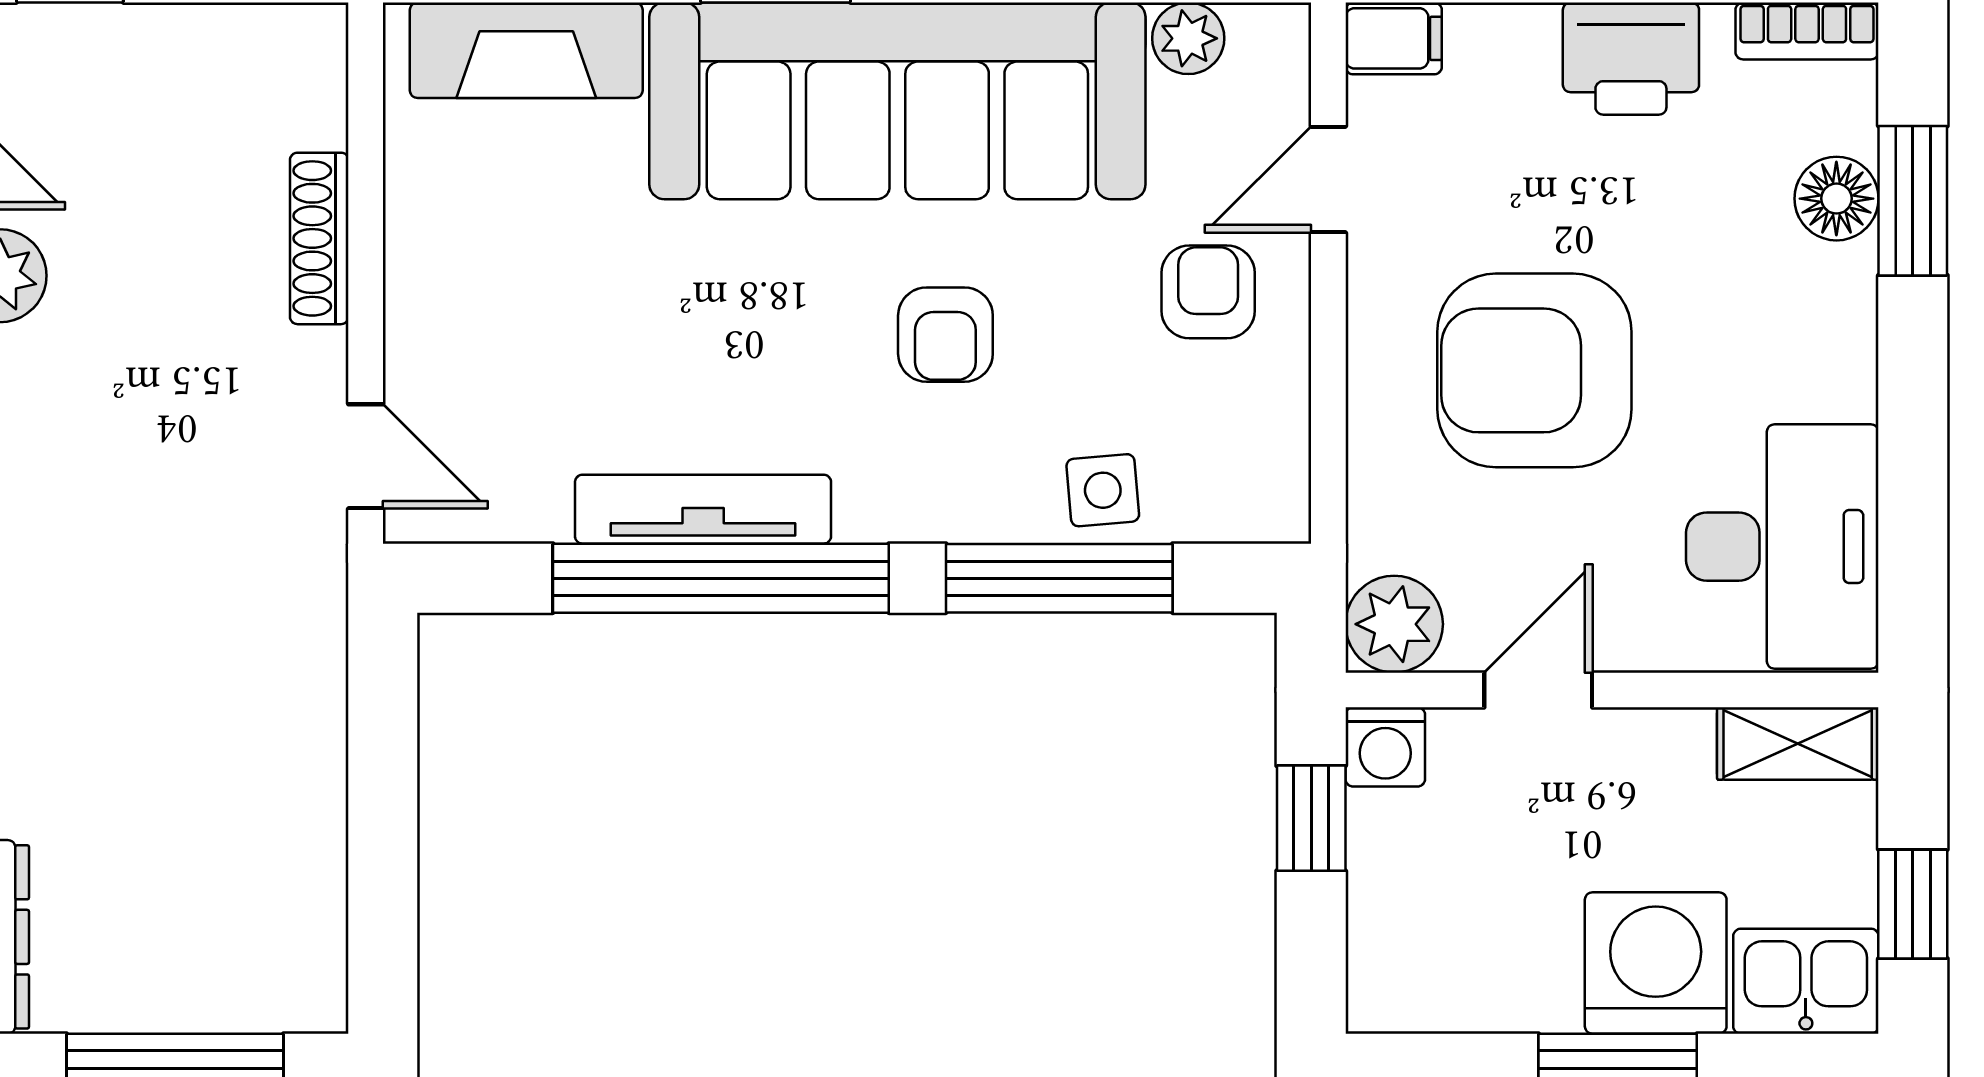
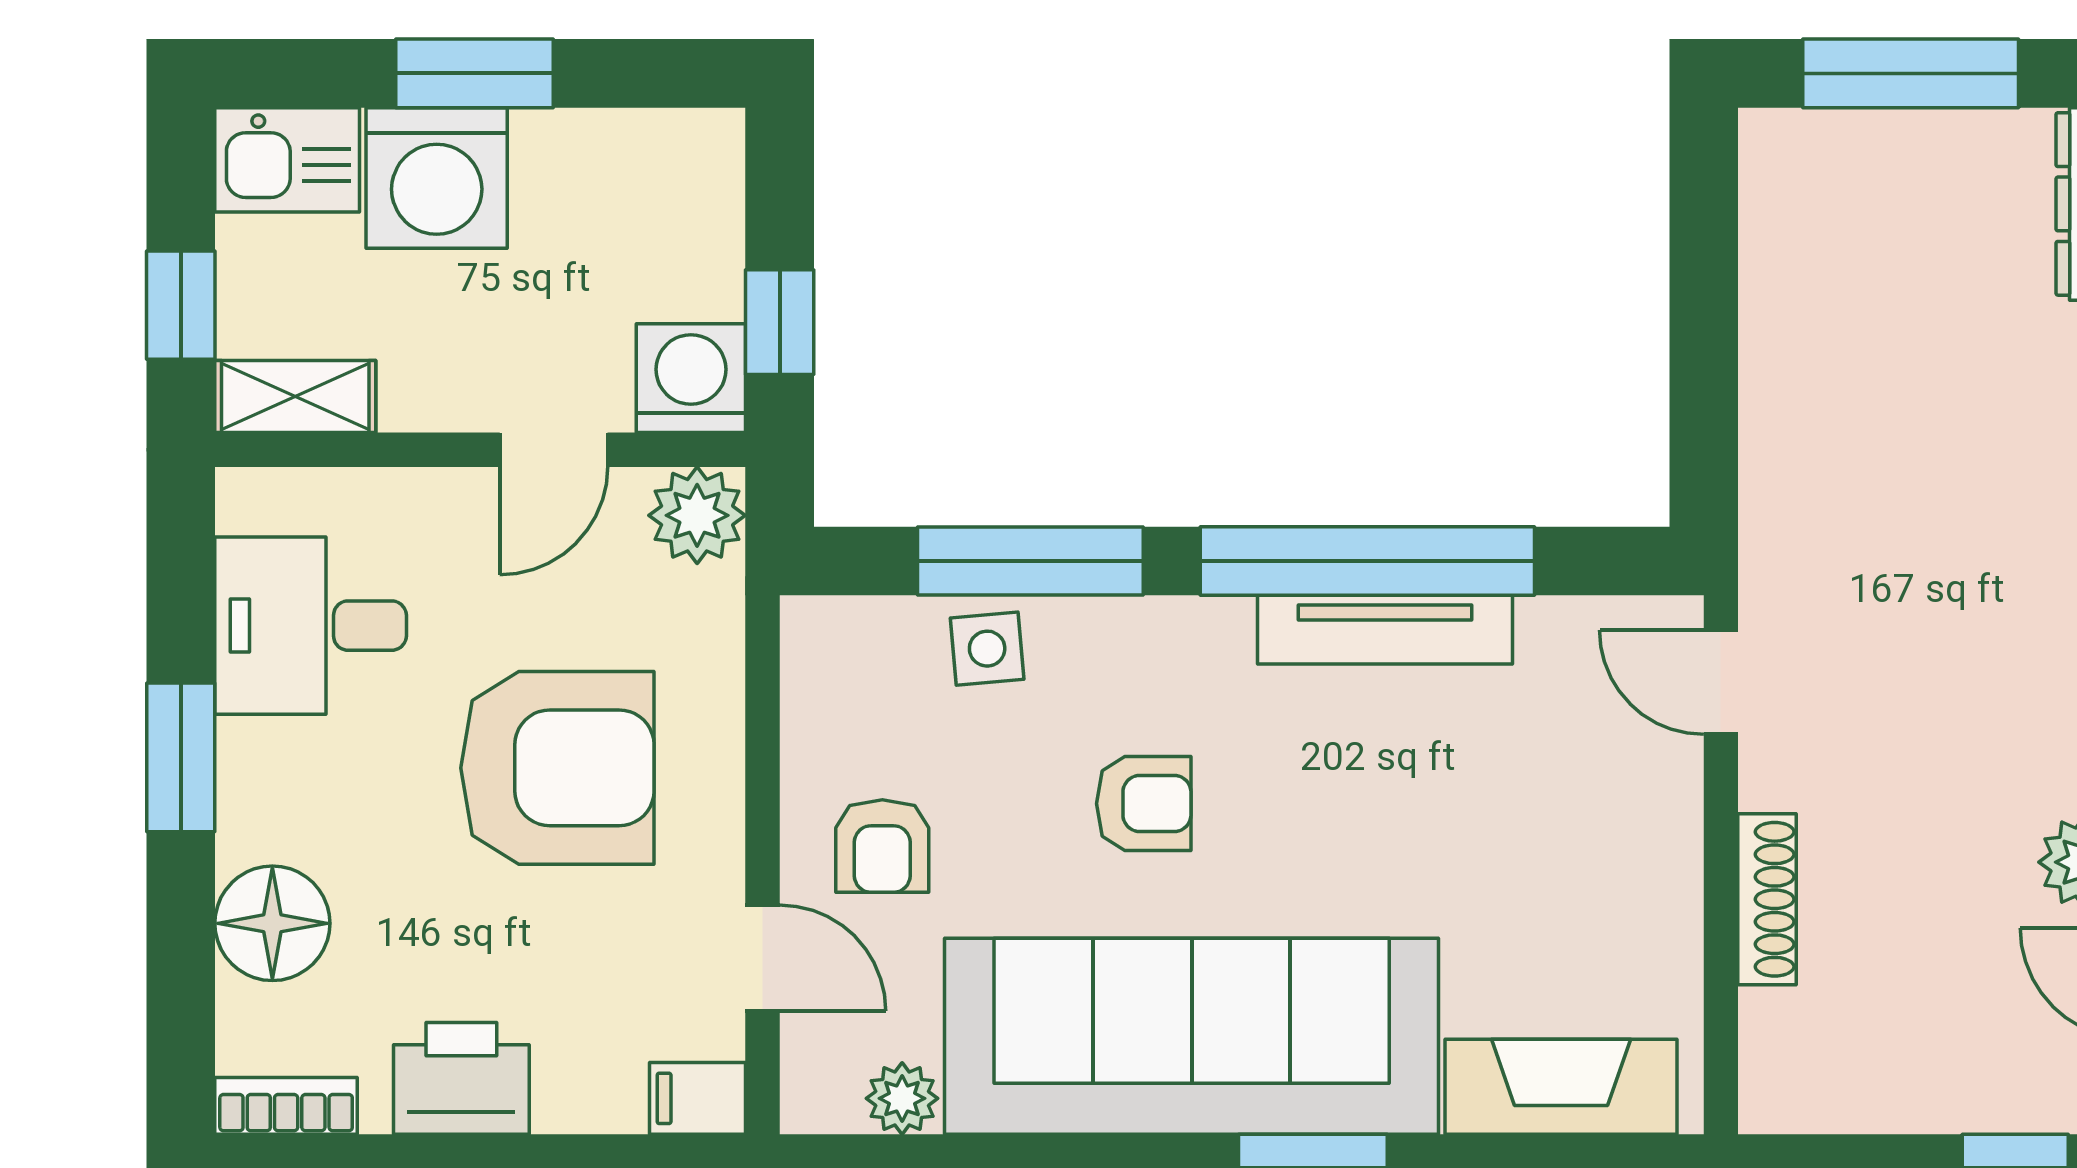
door: (1328, 179) -> (763, 958), hinge flipped
floor lamp: (1836, 199) -> (272, 923), width x1.38, depth x1.38
window: (1913, 201) -> (181, 757), moved
armchair: (945, 335) -> (1144, 804), turned 90
desk: (1782, 547) -> (311, 626), width x0.73
washing machine: (1385, 747) -> (691, 378), width x1.38, depth x1.38
window: (1913, 904) -> (181, 305), moved

